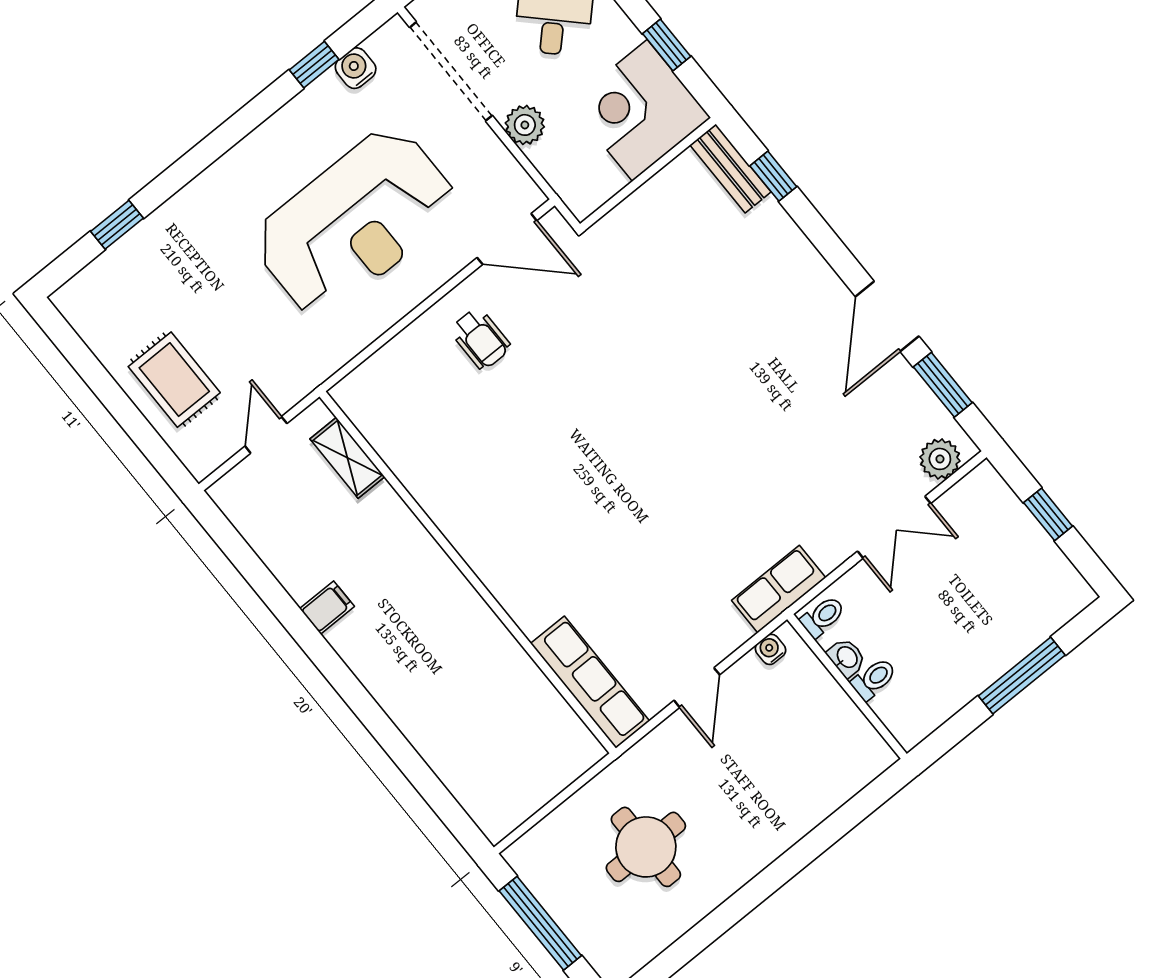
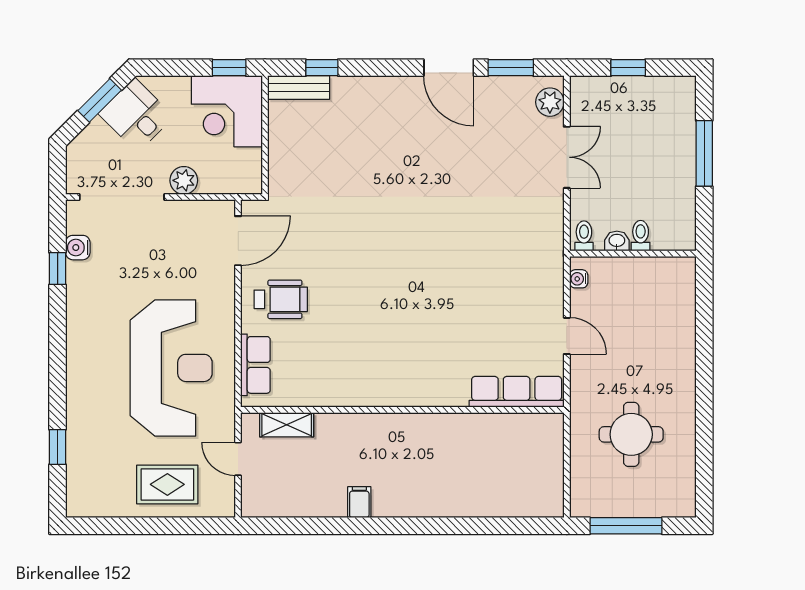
window: (667, 45) -> (229, 68), moved
reception desk: (355, 222) -> (171, 368), moved
wheelchair: (480, 339) -> (281, 299), width x1.36, depth x1.37
row of seats: (779, 589) -> (255, 365), moved, turned 180

